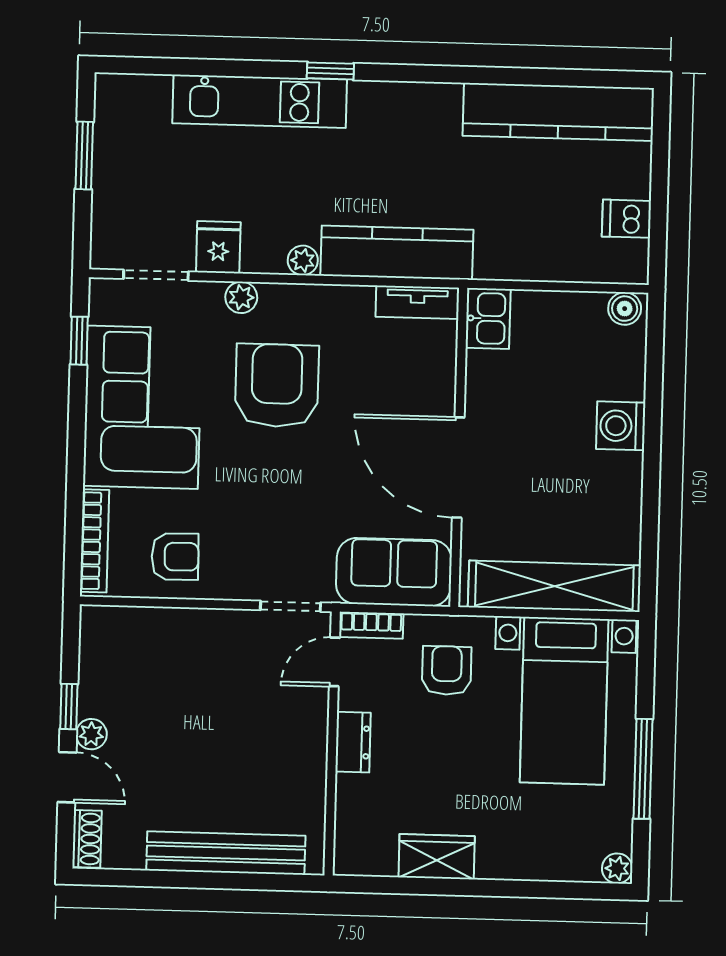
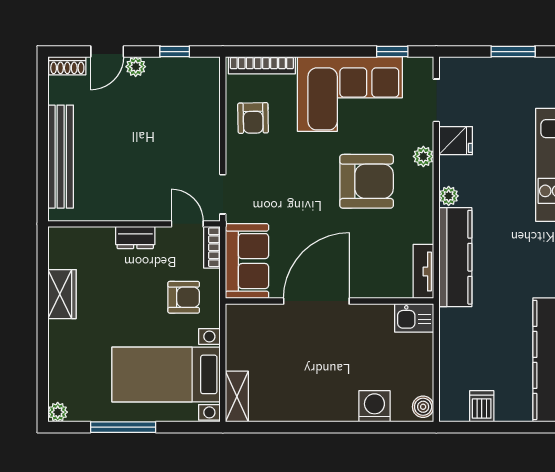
washing machine: (621, 426) -> (374, 406), moved
shelving: (554, 586) -> (237, 397), width x0.45, depth x0.75
window: (69, 707) -> (175, 52), moved

